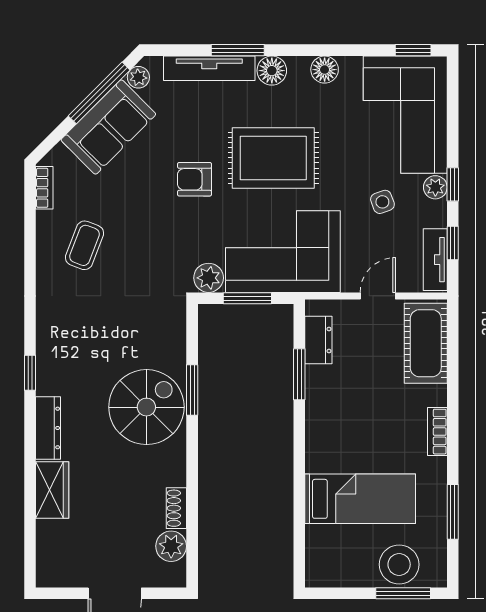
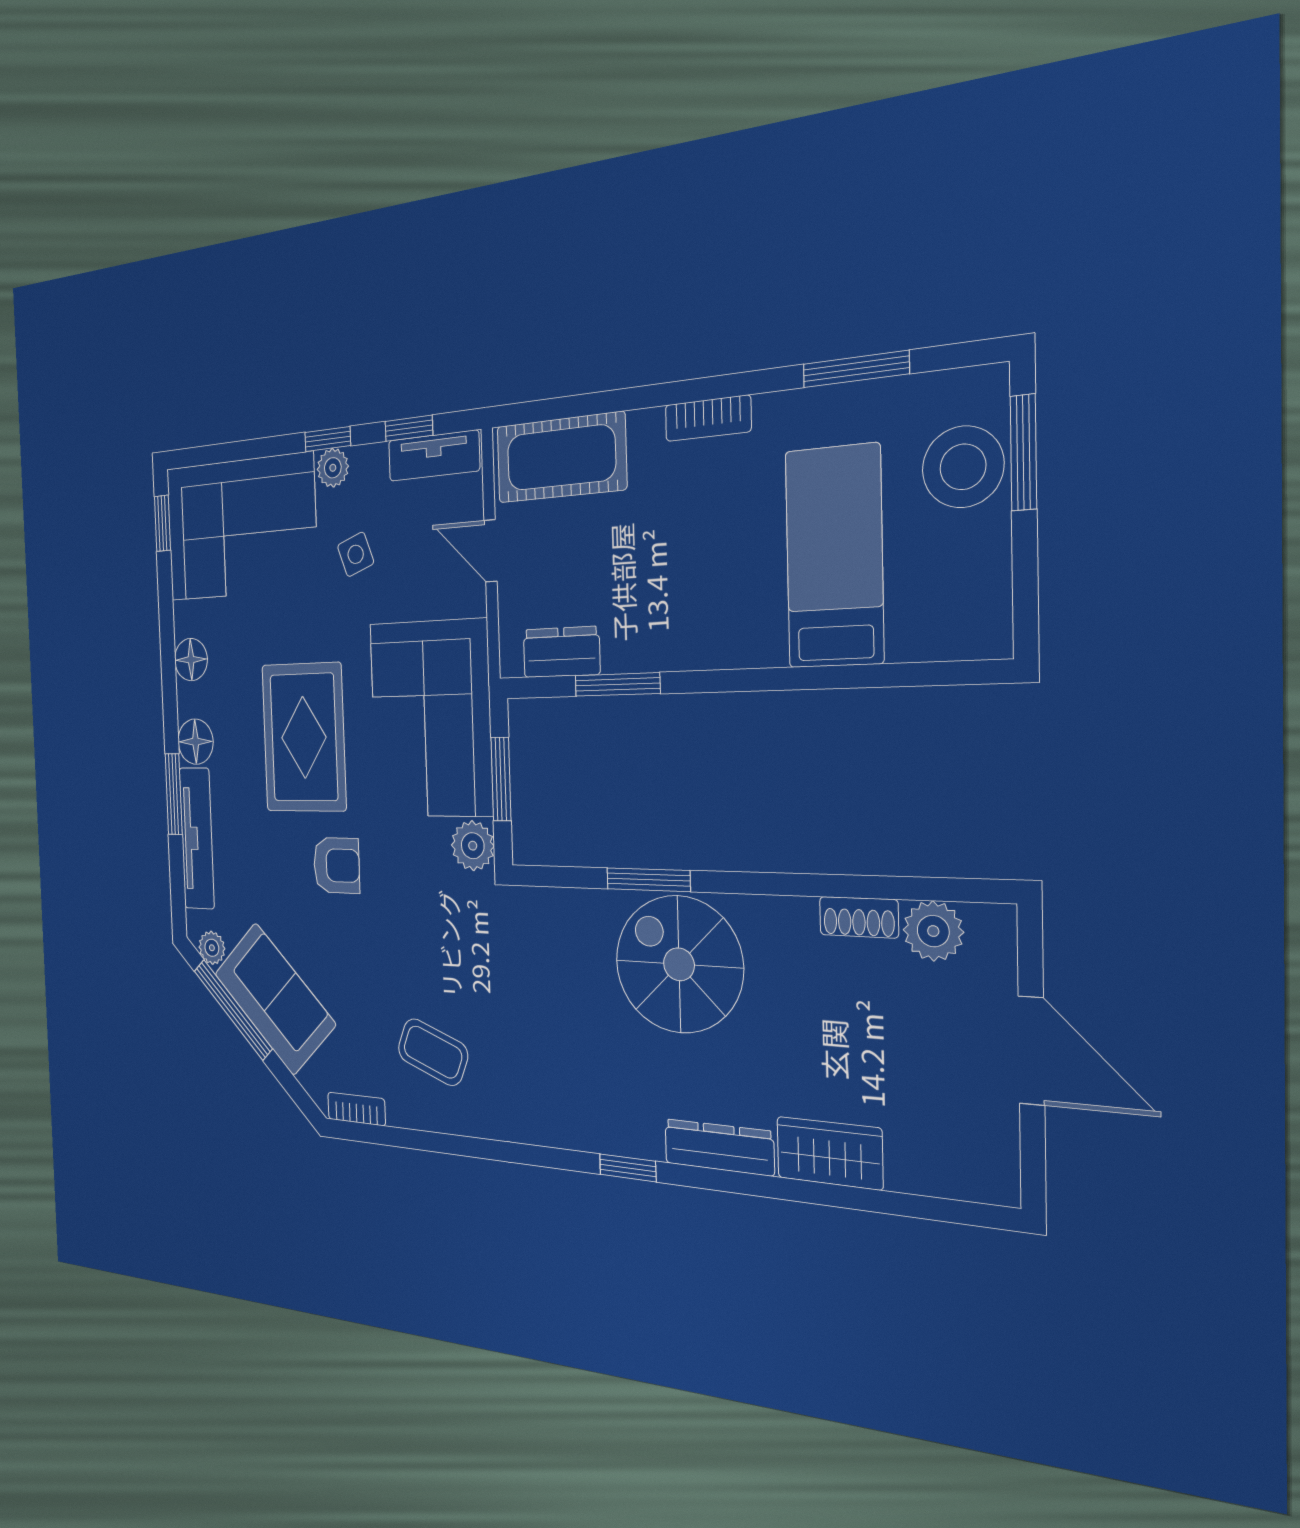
armchair: (195, 179) -> (336, 865), turned -90

